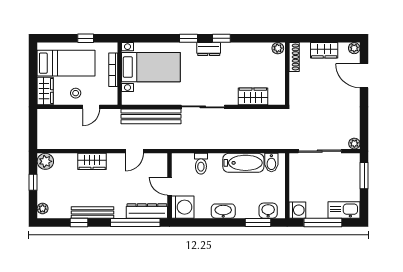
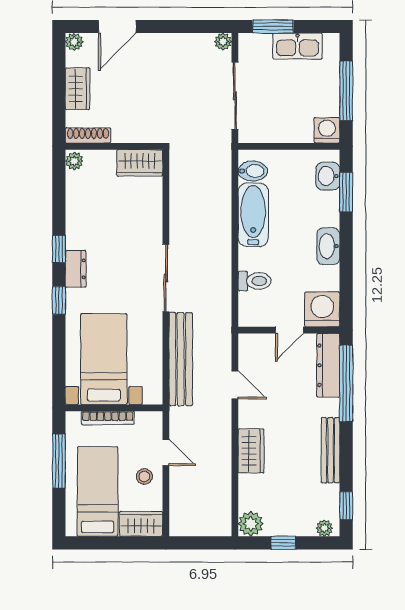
window: (86, 38) -> (59, 461), width x2.17
wardrobe: (253, 96) -> (140, 163), moved, turned -90
kitchen sink: (344, 210) -> (297, 46), moved, turned -90
window: (79, 222) -> (346, 506), moved

